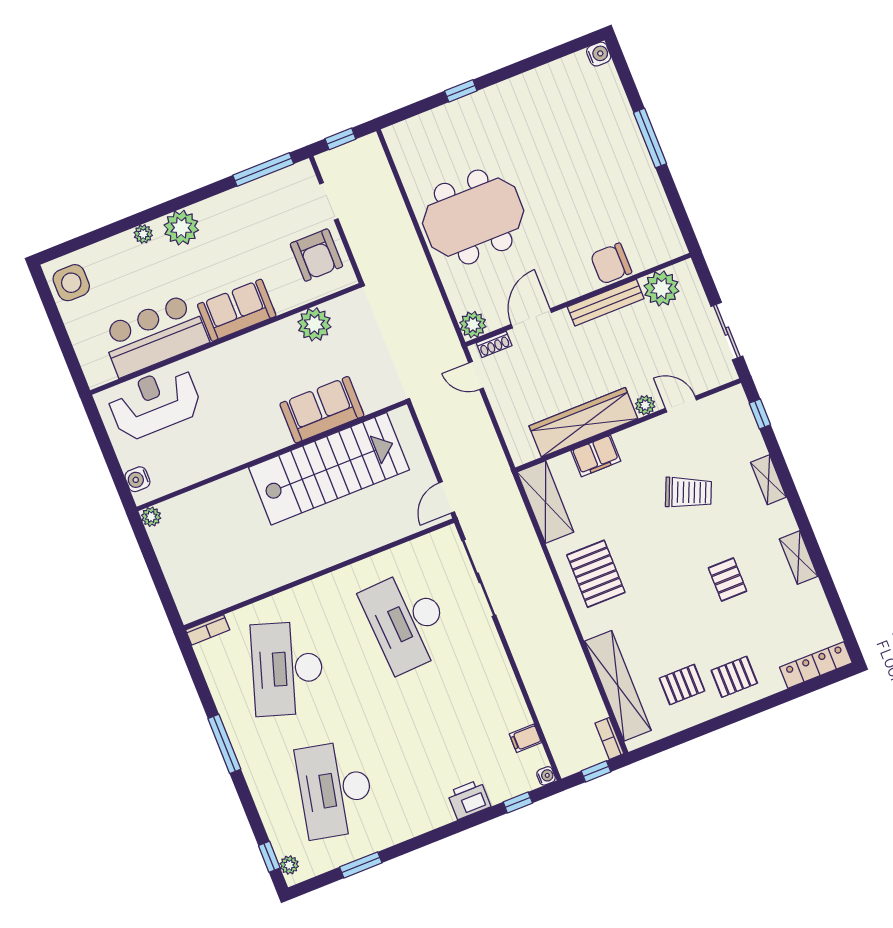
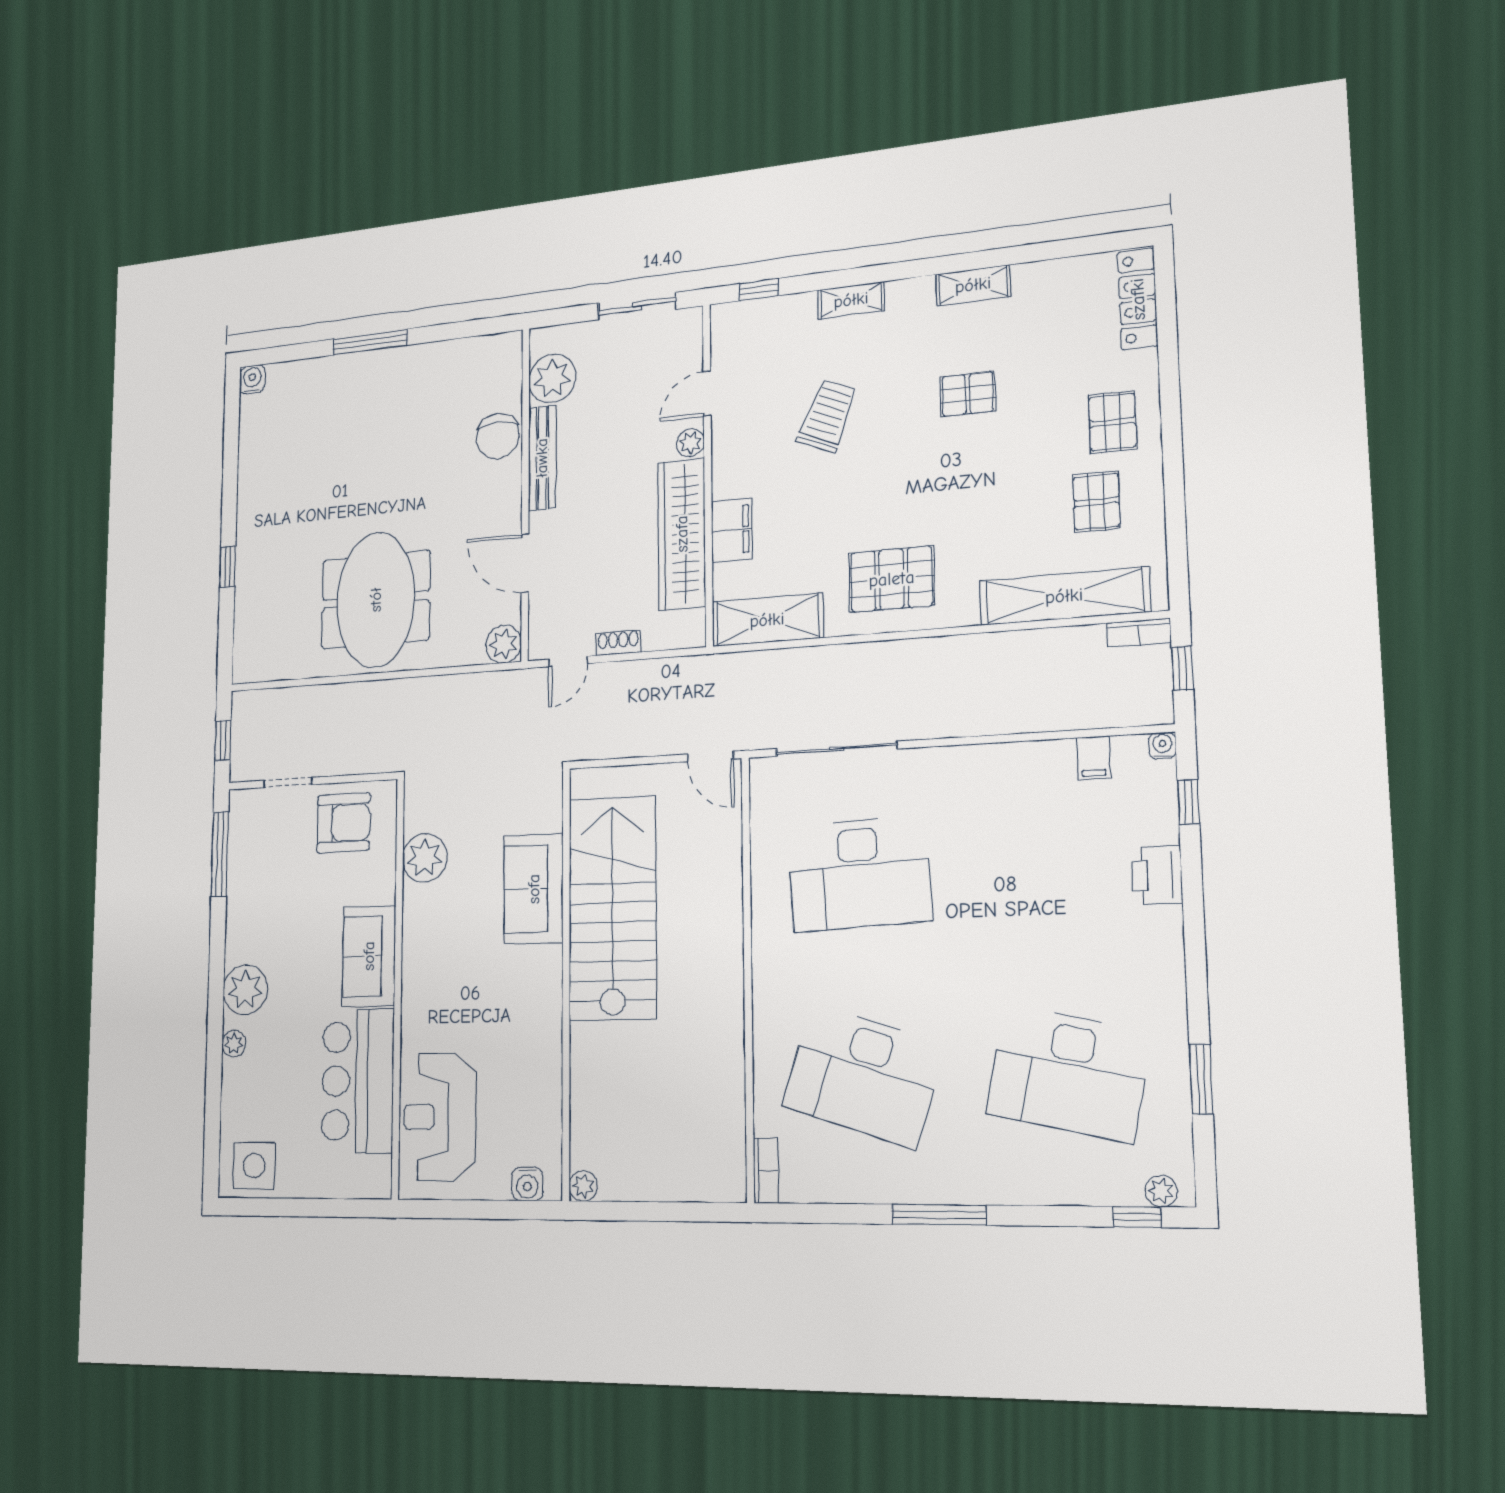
shoe rack: (494, 344) -> (618, 643), moved, turned -90

